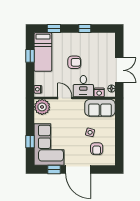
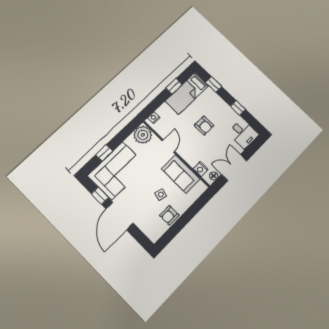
double door: (119, 70) -> (234, 167), swing flipped
desk: (83, 86) -> (243, 134), moved, turned -90
sofa: (100, 108) -> (181, 174), moved
armchair: (97, 149) -> (169, 215), moved

